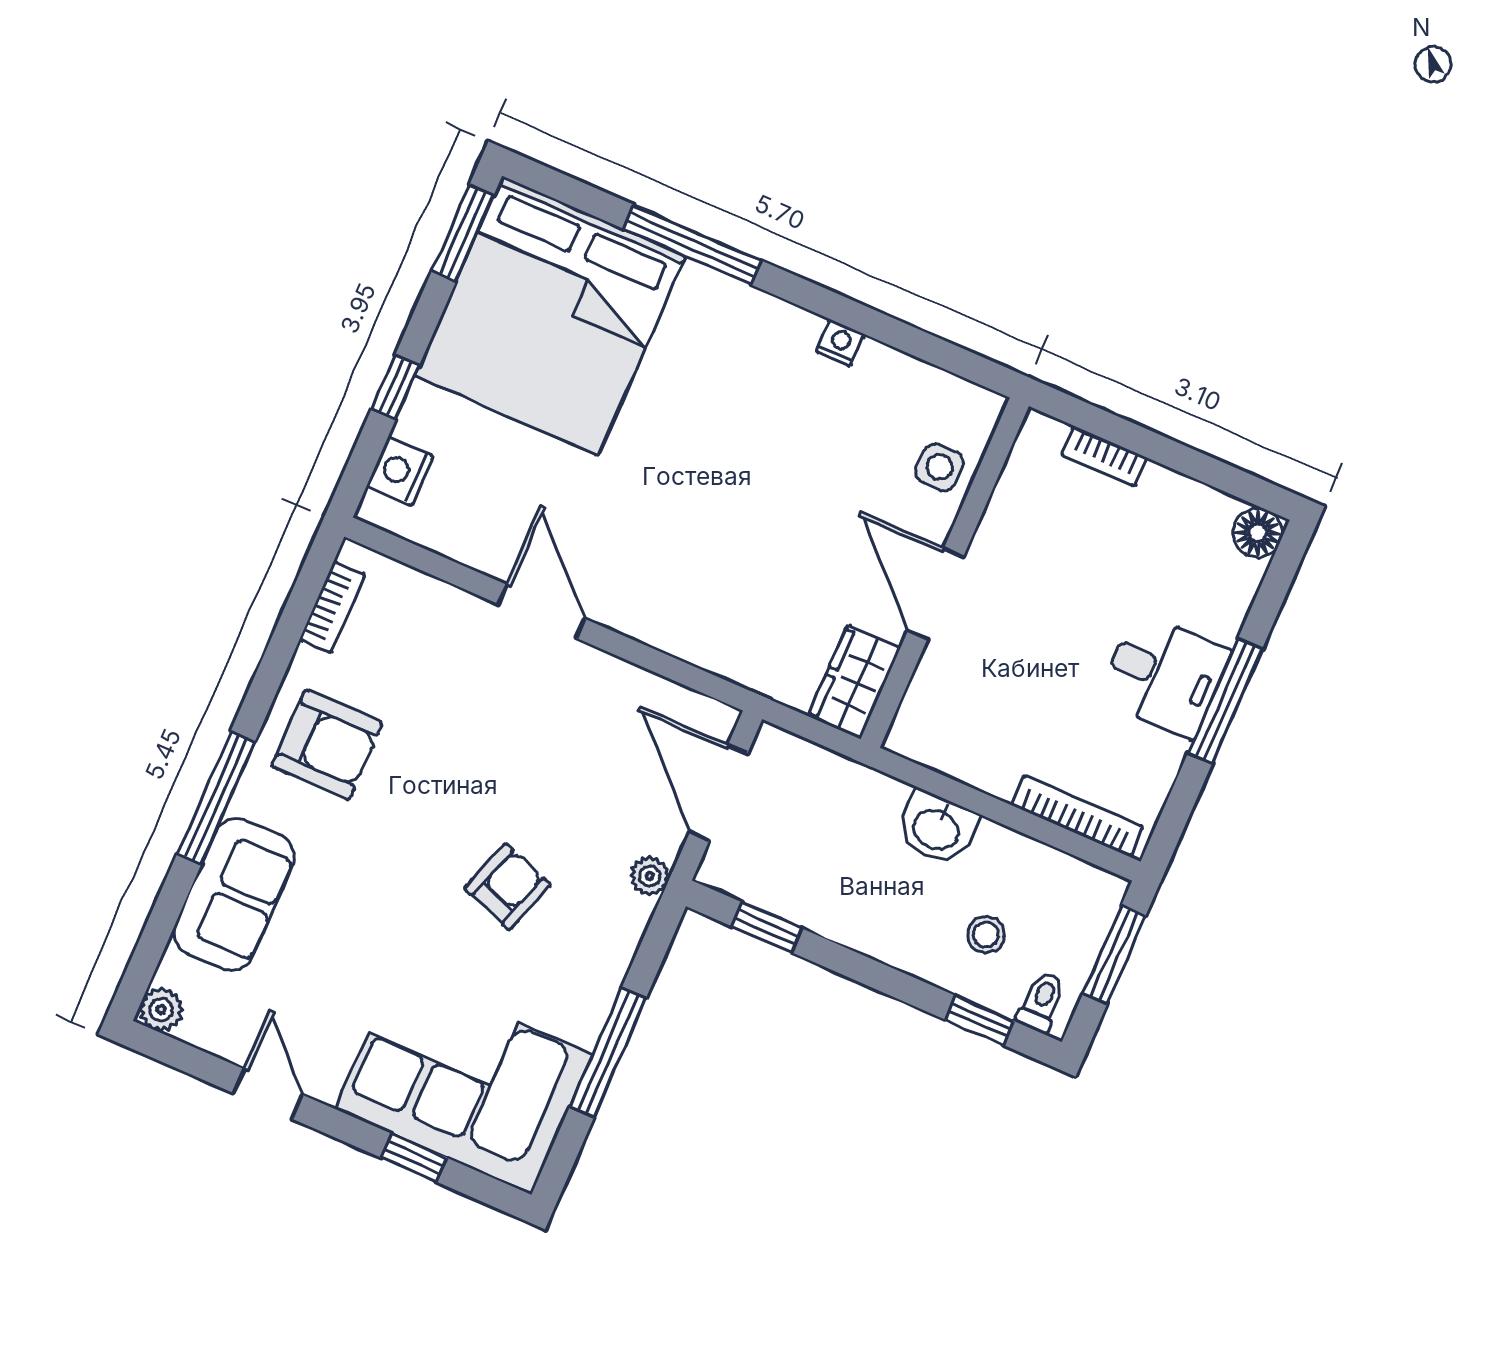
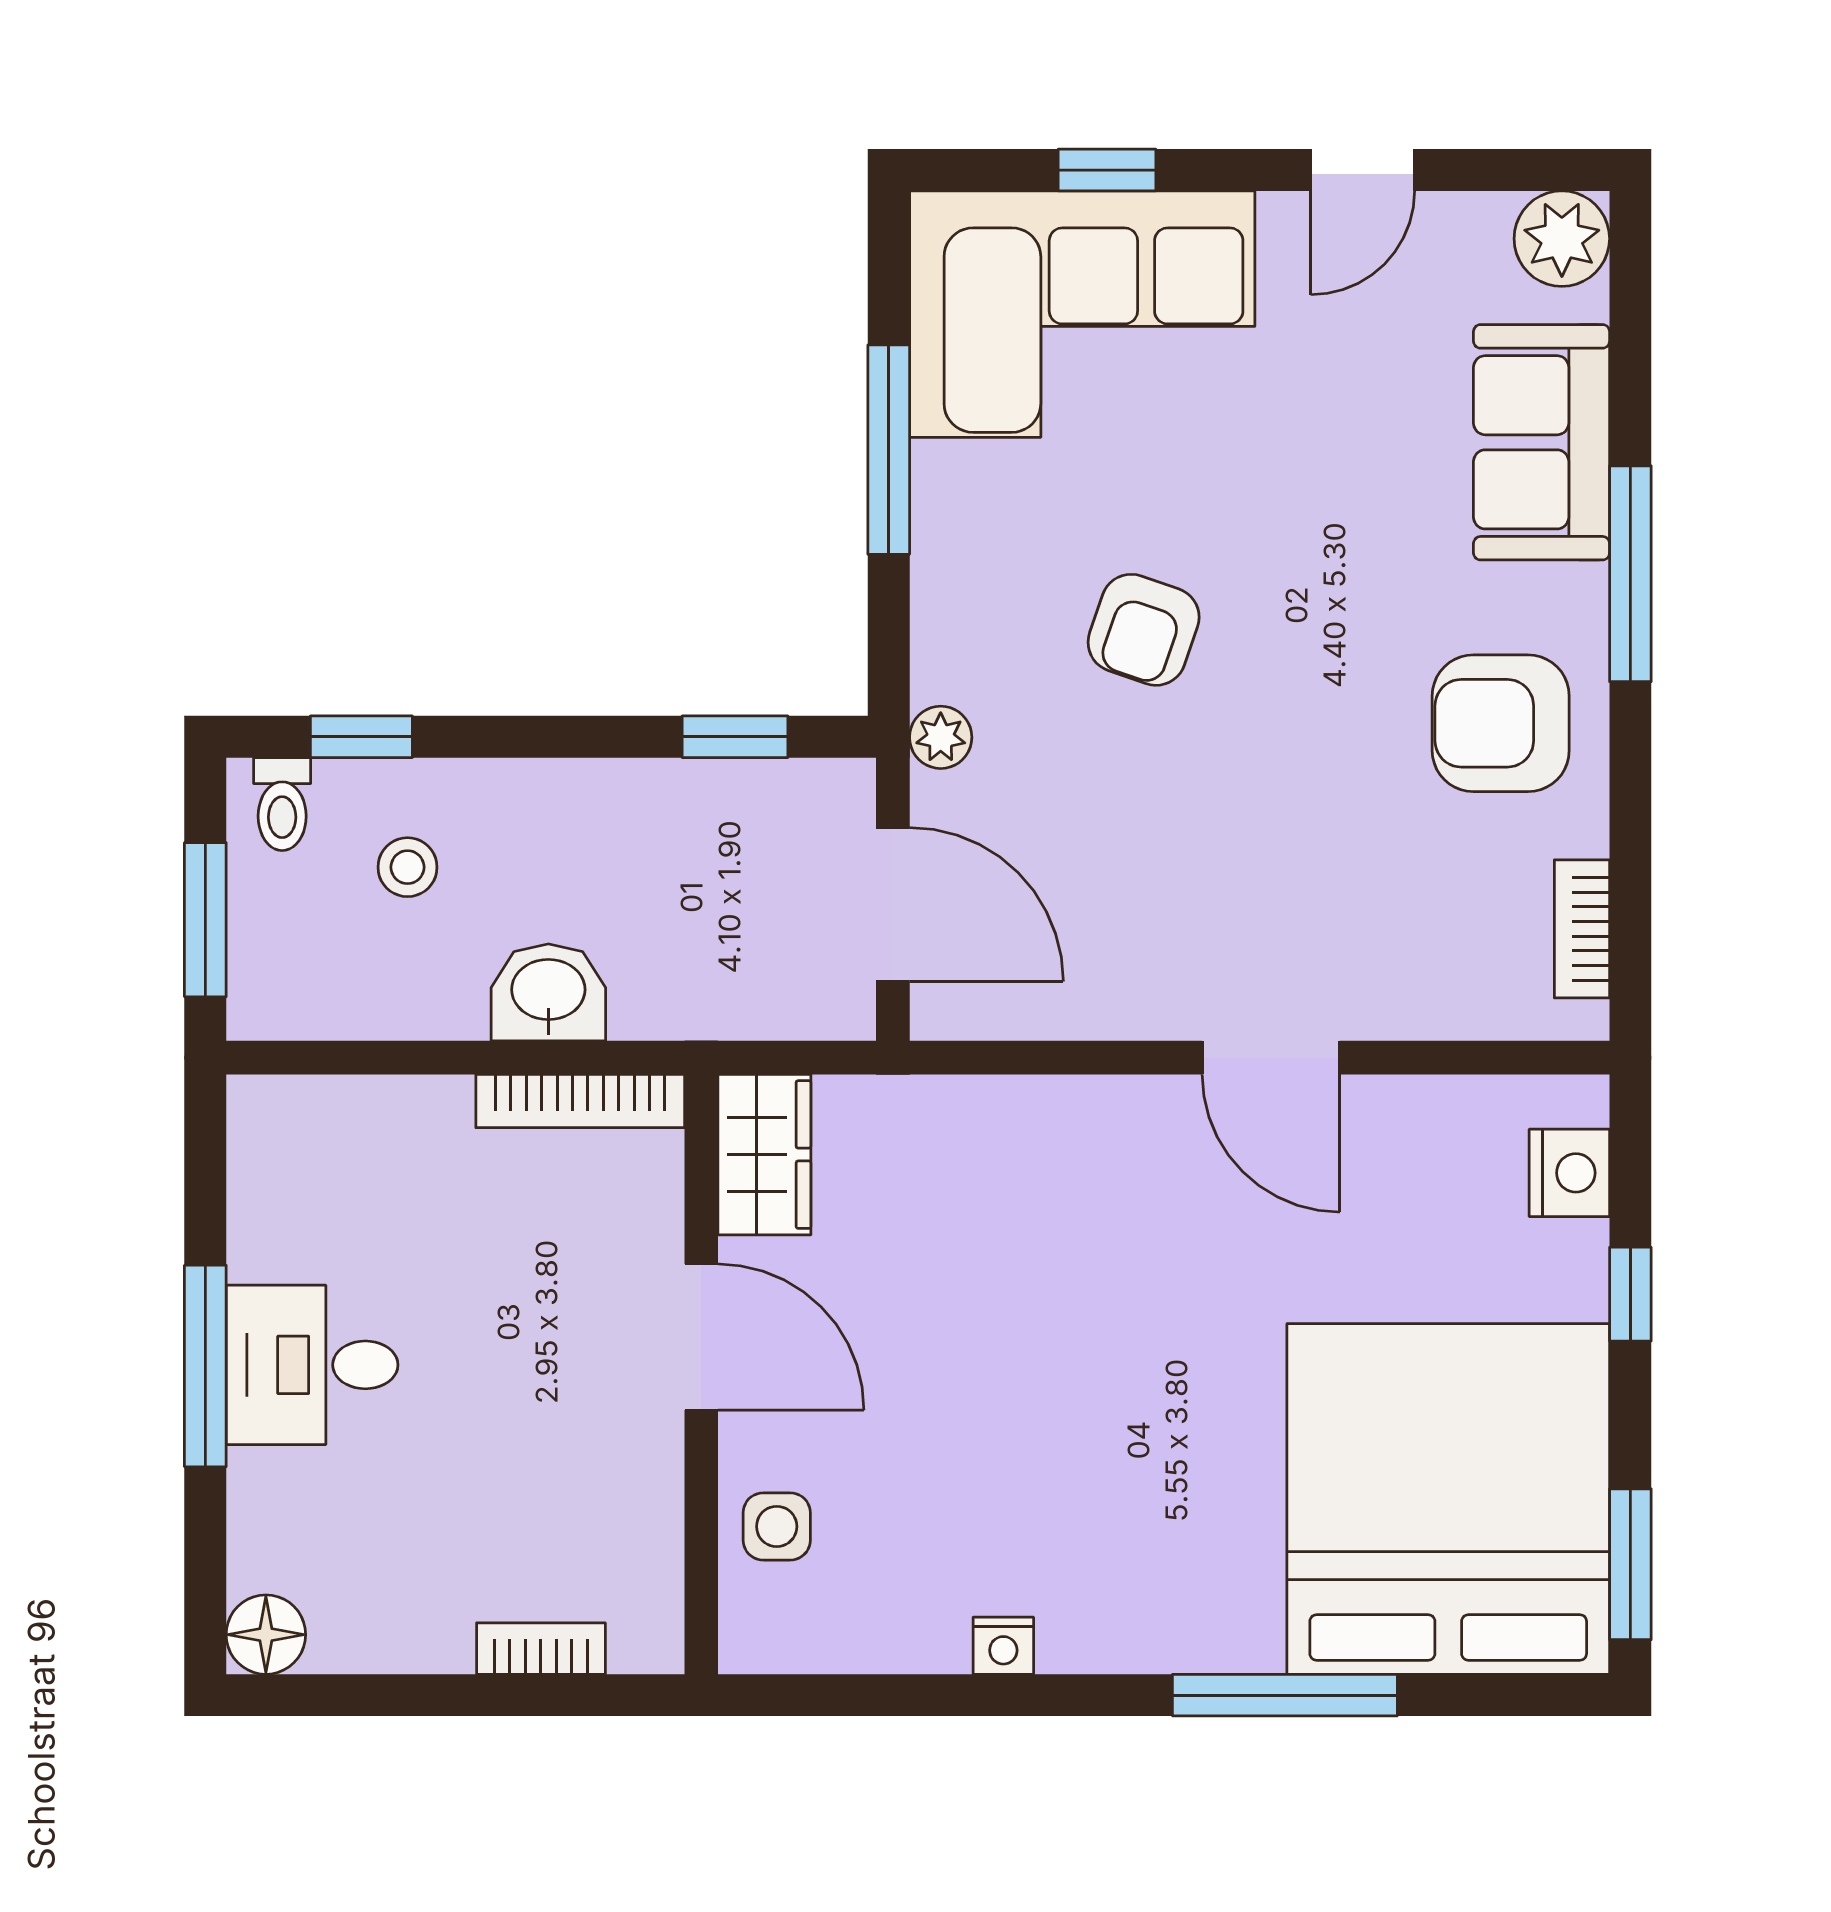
bookcase: (1077, 816) -> (580, 1101), moved
plant: (161, 1010) -> (1562, 239), width x1.38, depth x1.38
door: (268, 1094) -> (1363, 170), hinge flipped

